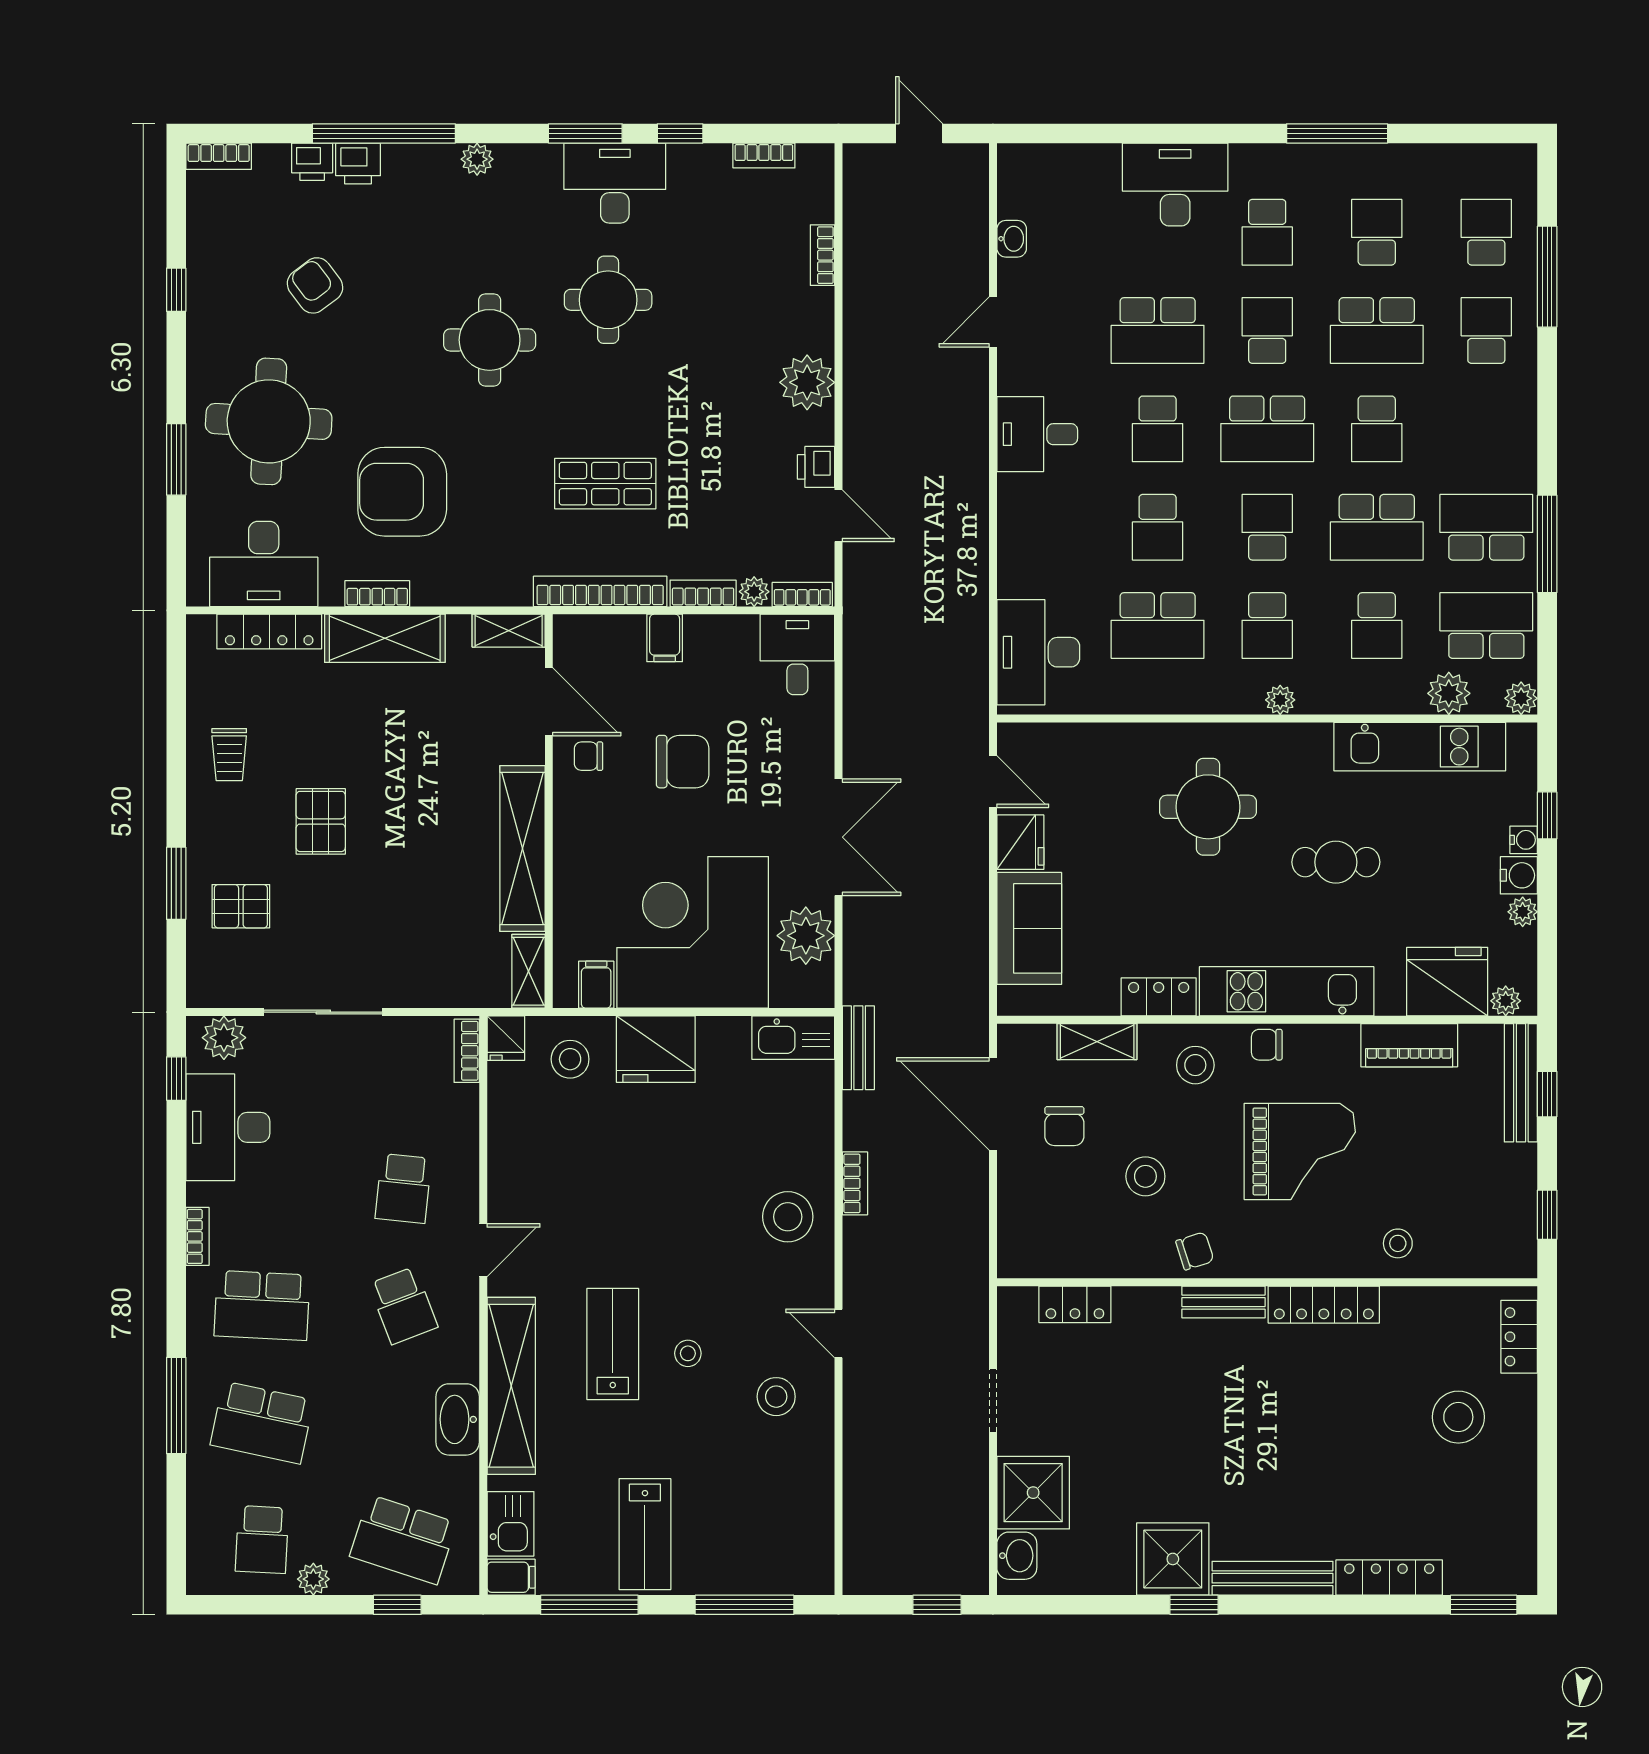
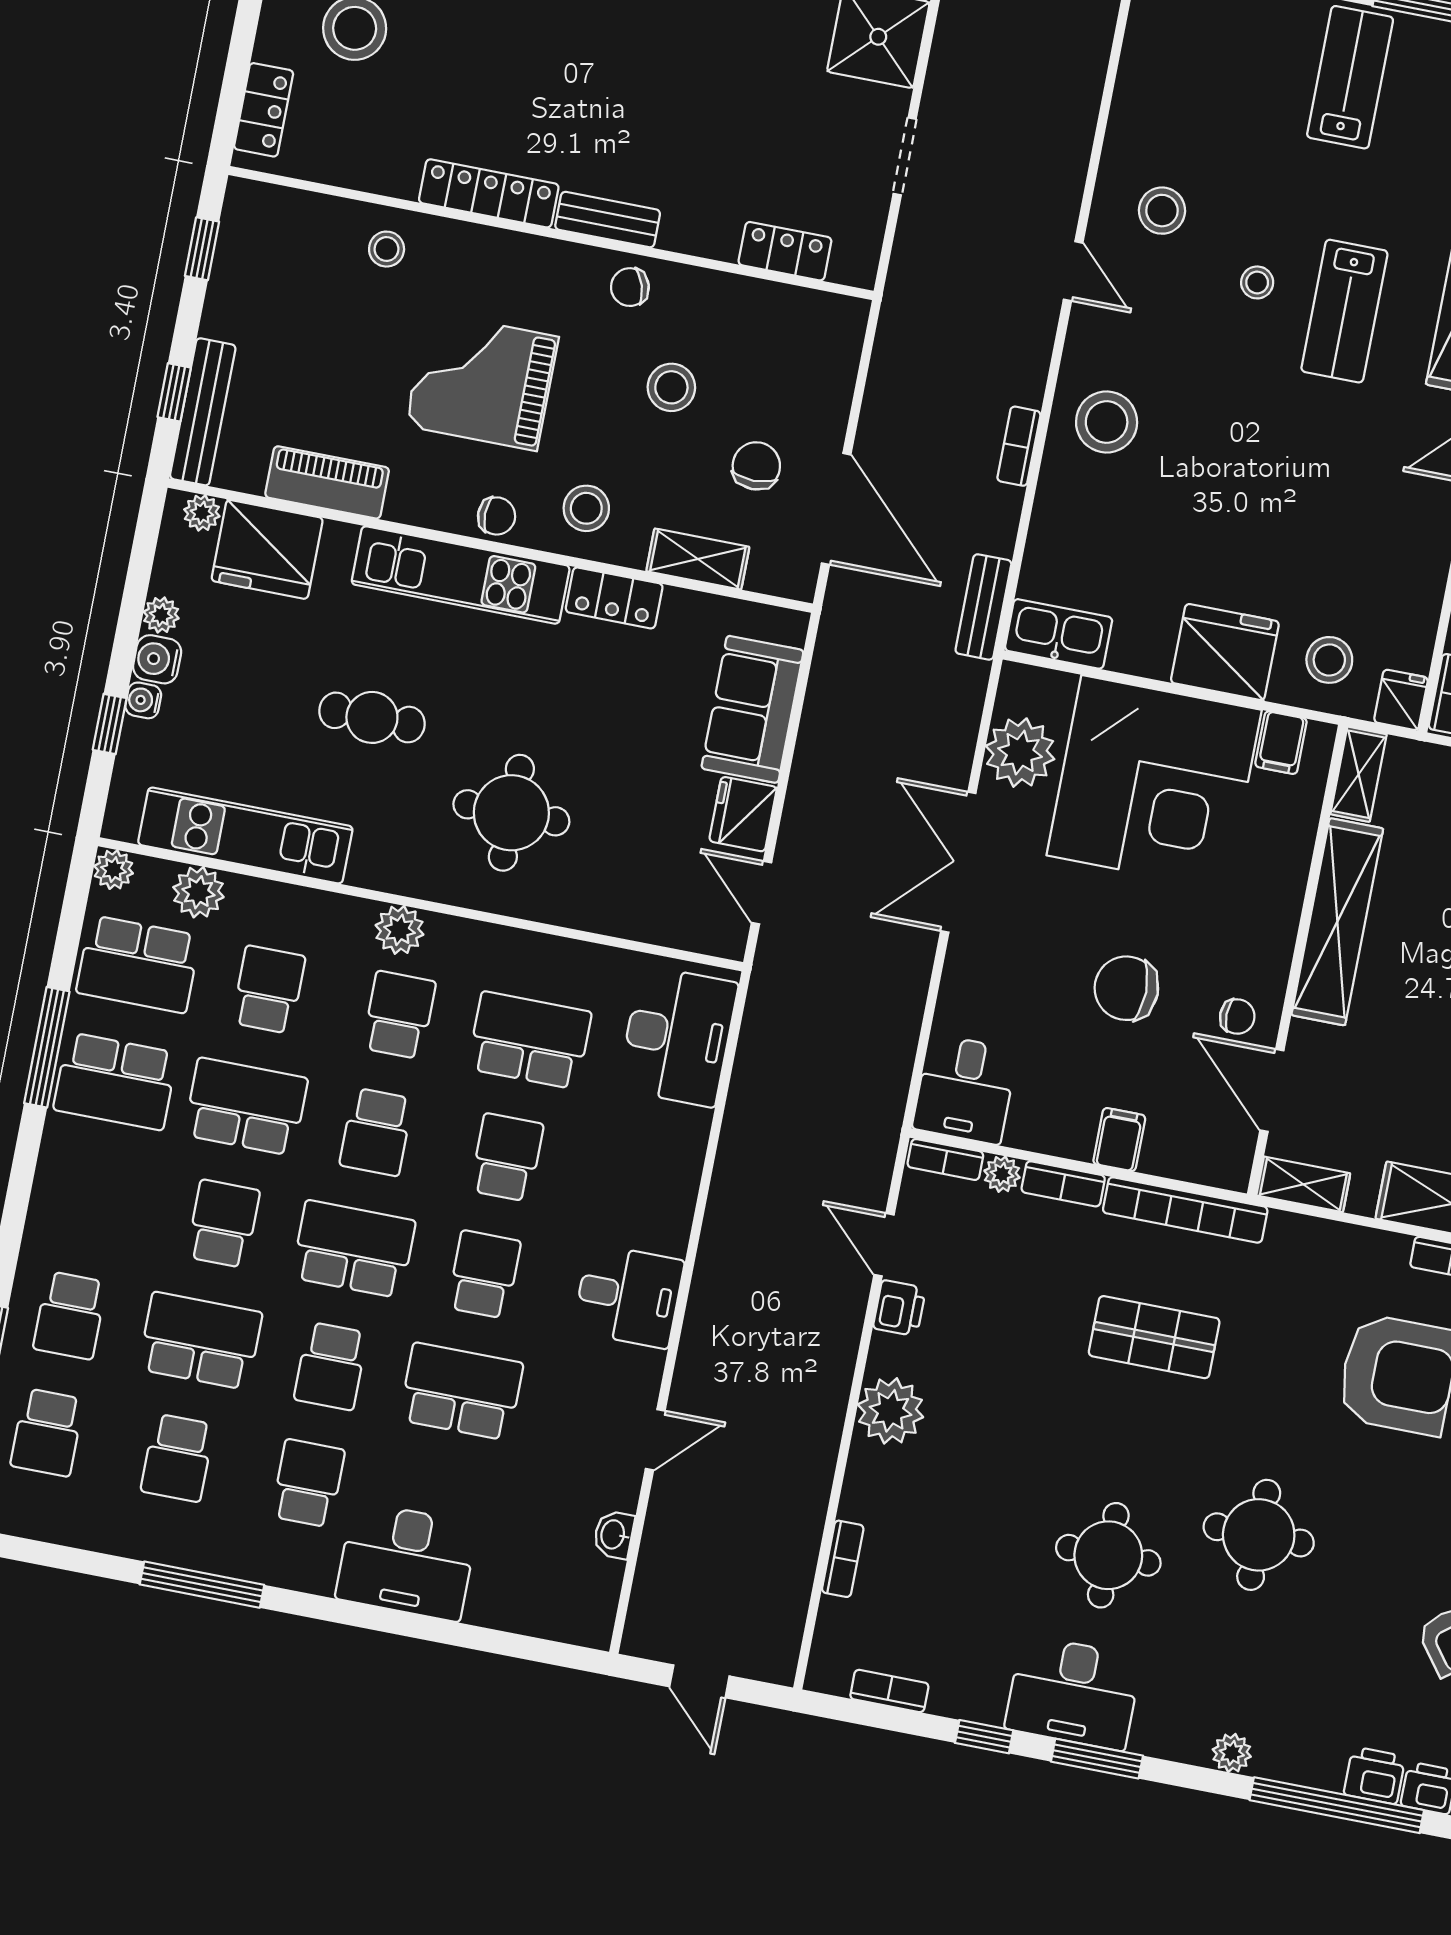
plant: (1280, 700) -> (399, 930), width x1.38, depth x1.38

